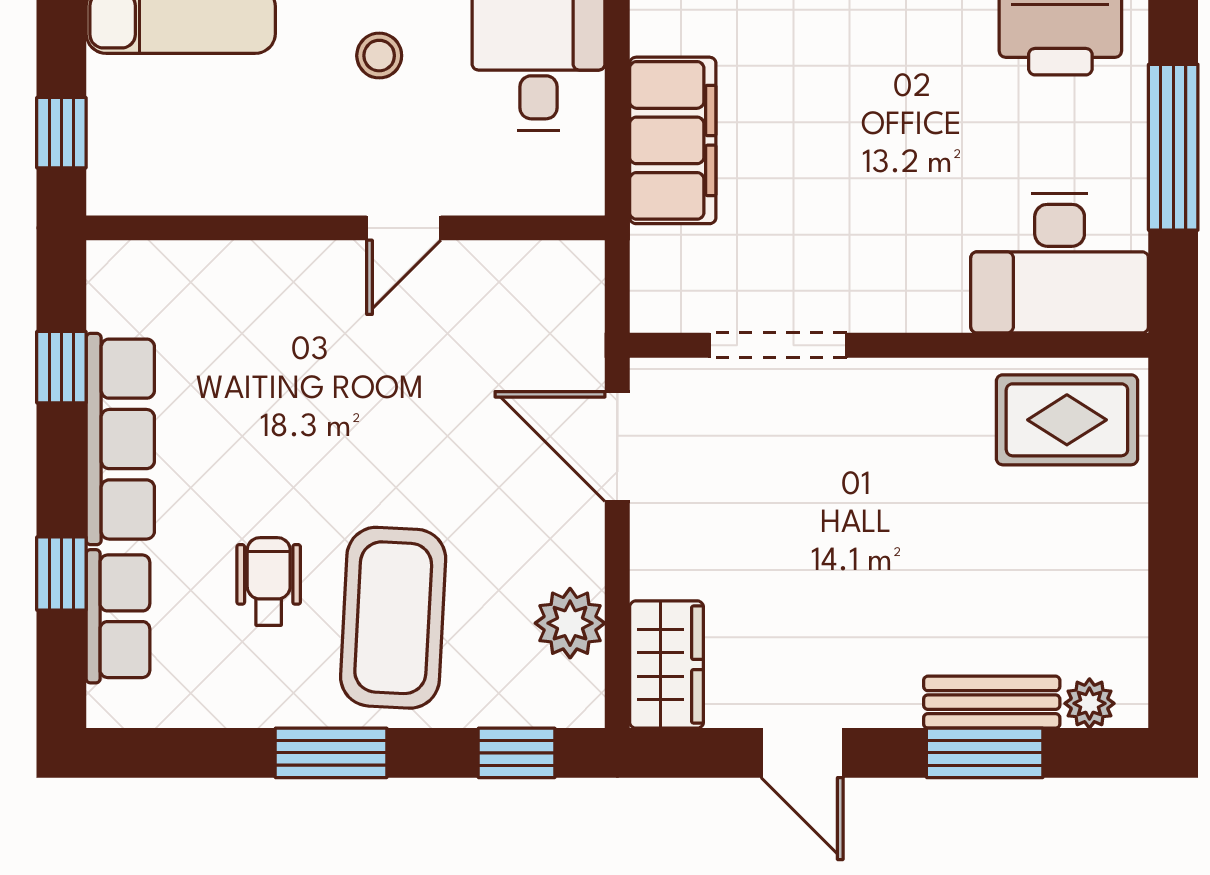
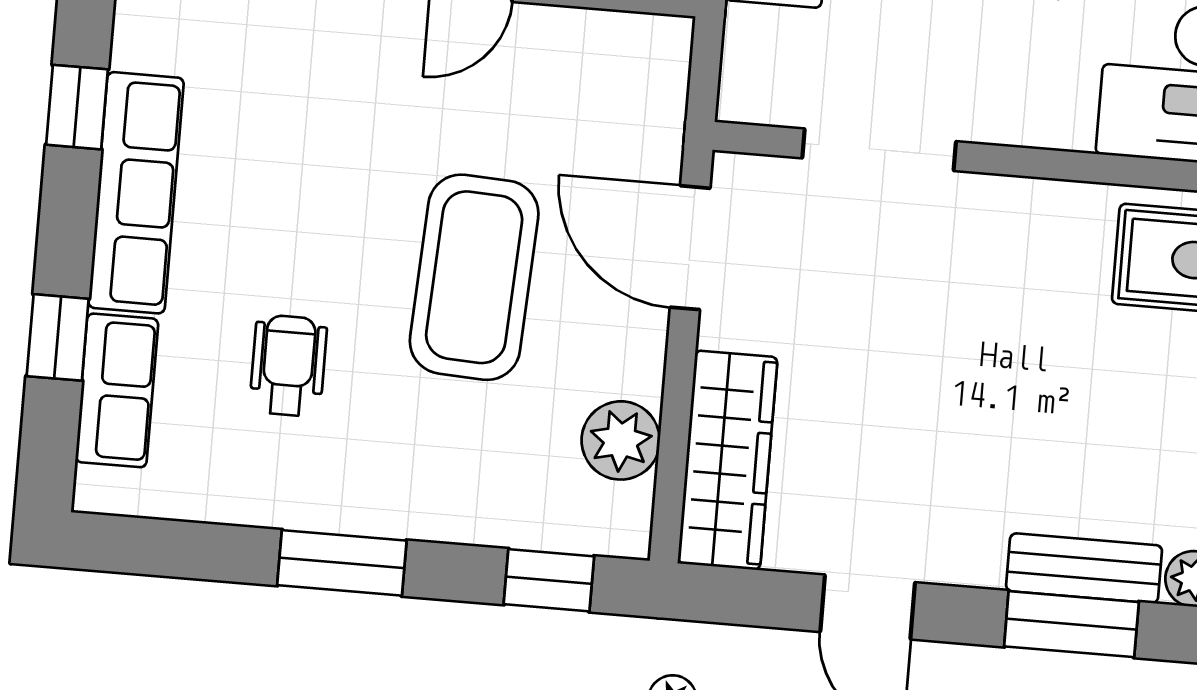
coffee table: (393, 618) -> (474, 277), moved
wardrobe: (667, 665) -> (728, 460), width x1.50

